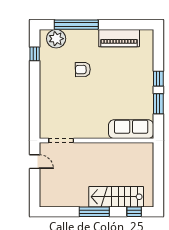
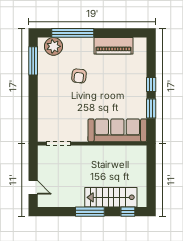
window: (35, 54) -> (33, 61), width x2.17
armchair: (83, 70) -> (79, 76), turned -83
sofa: (131, 129) -> (117, 130), width x1.36, depth x1.27
door: (35, 162) -> (33, 187), moved

